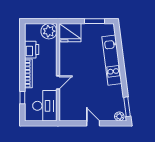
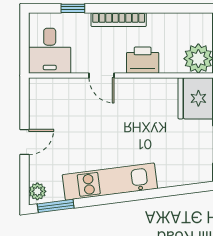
printer: (32, 50) -> (143, 60), moved, turned 180
kitchen unit: (112, 60) -> (110, 182), moved
desk: (45, 106) -> (50, 51), width x0.73

